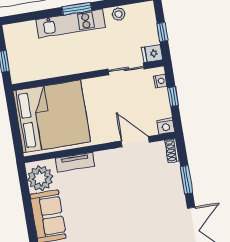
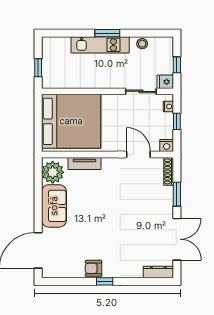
shoe rack: (172, 151) -> (169, 171), width x1.43

